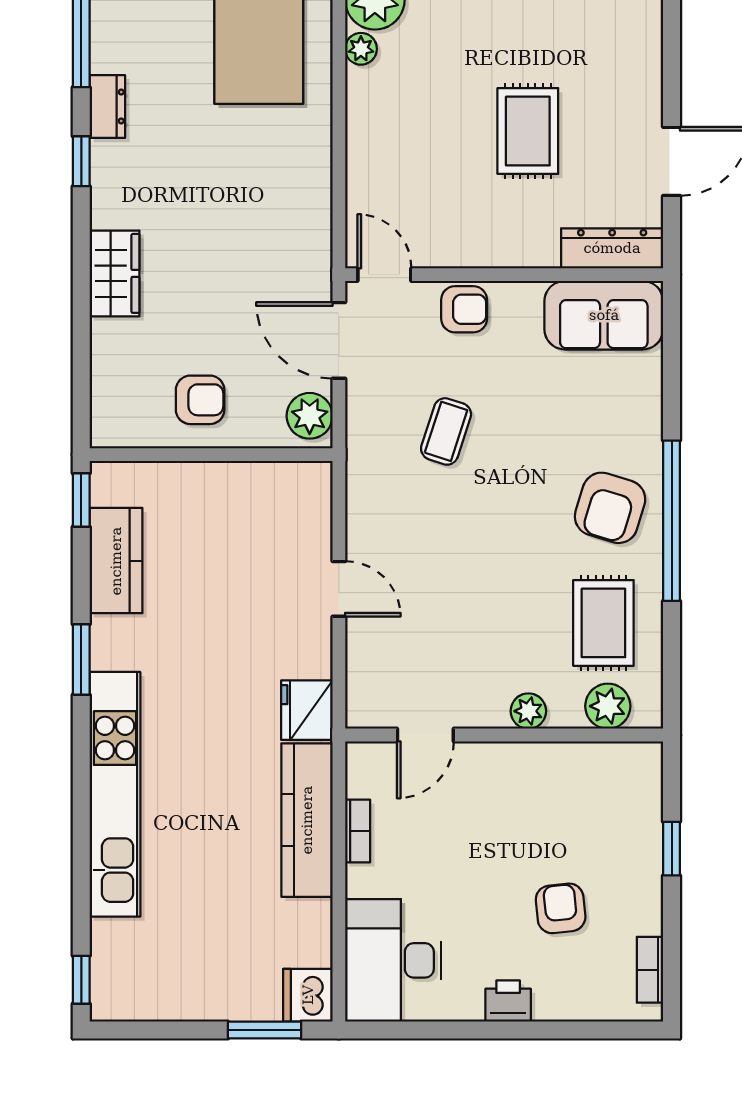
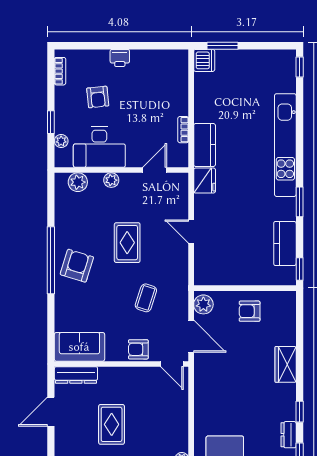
rug: (603, 623) -> (127, 243), moved
plant: (647, 804) -> (61, 141), added
kitchen counter: (307, 820) -> (205, 145), width x0.67
desk: (393, 960) -> (99, 147), moved, turned 90

